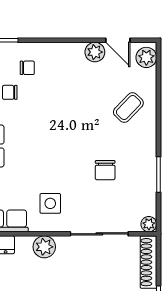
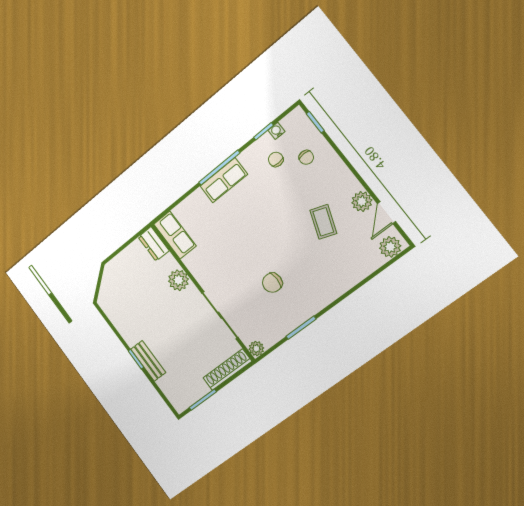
coffee table: (128, 108) -> (323, 222), moved, turned 66
side table: (50, 203) -> (214, 259), removed

